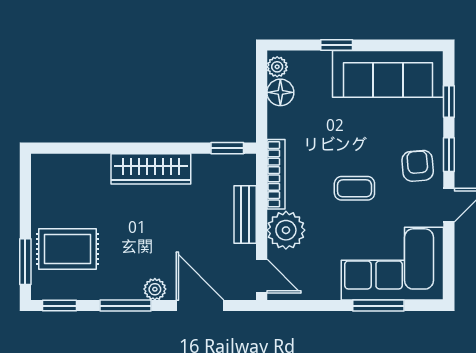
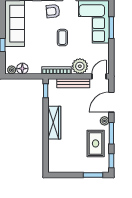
bench: (245, 214) -> (73, 83), width x1.36
rug: (67, 249) -> (96, 143), moved

